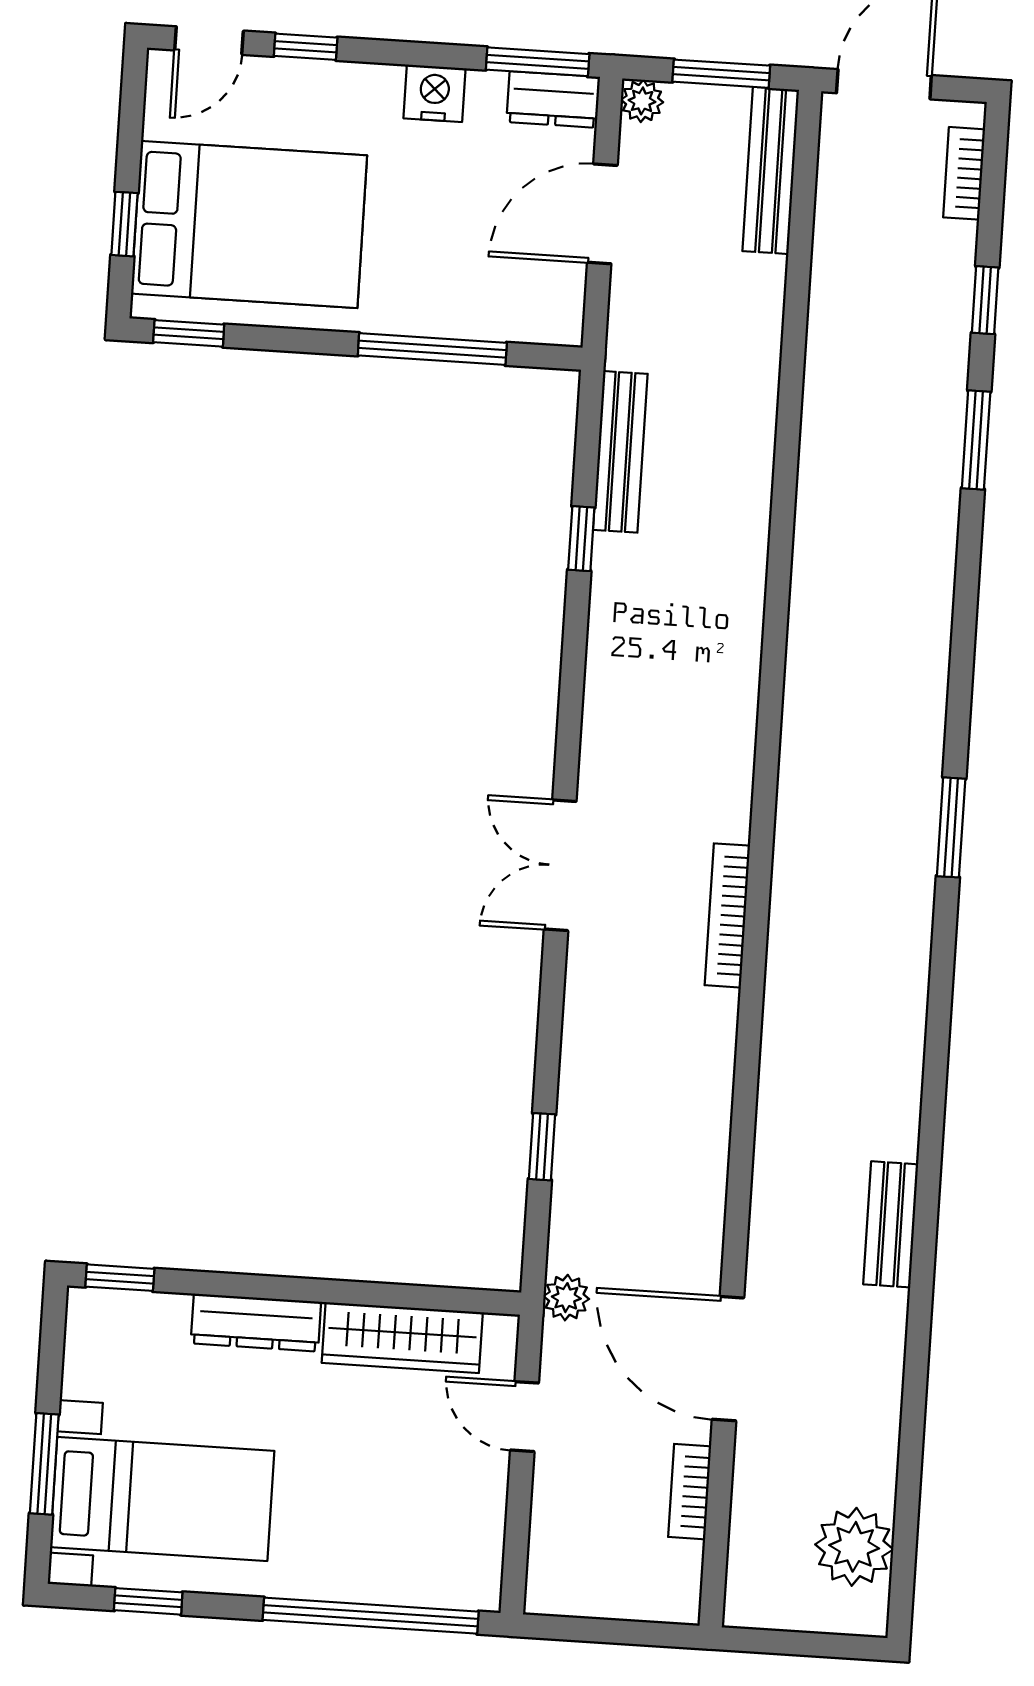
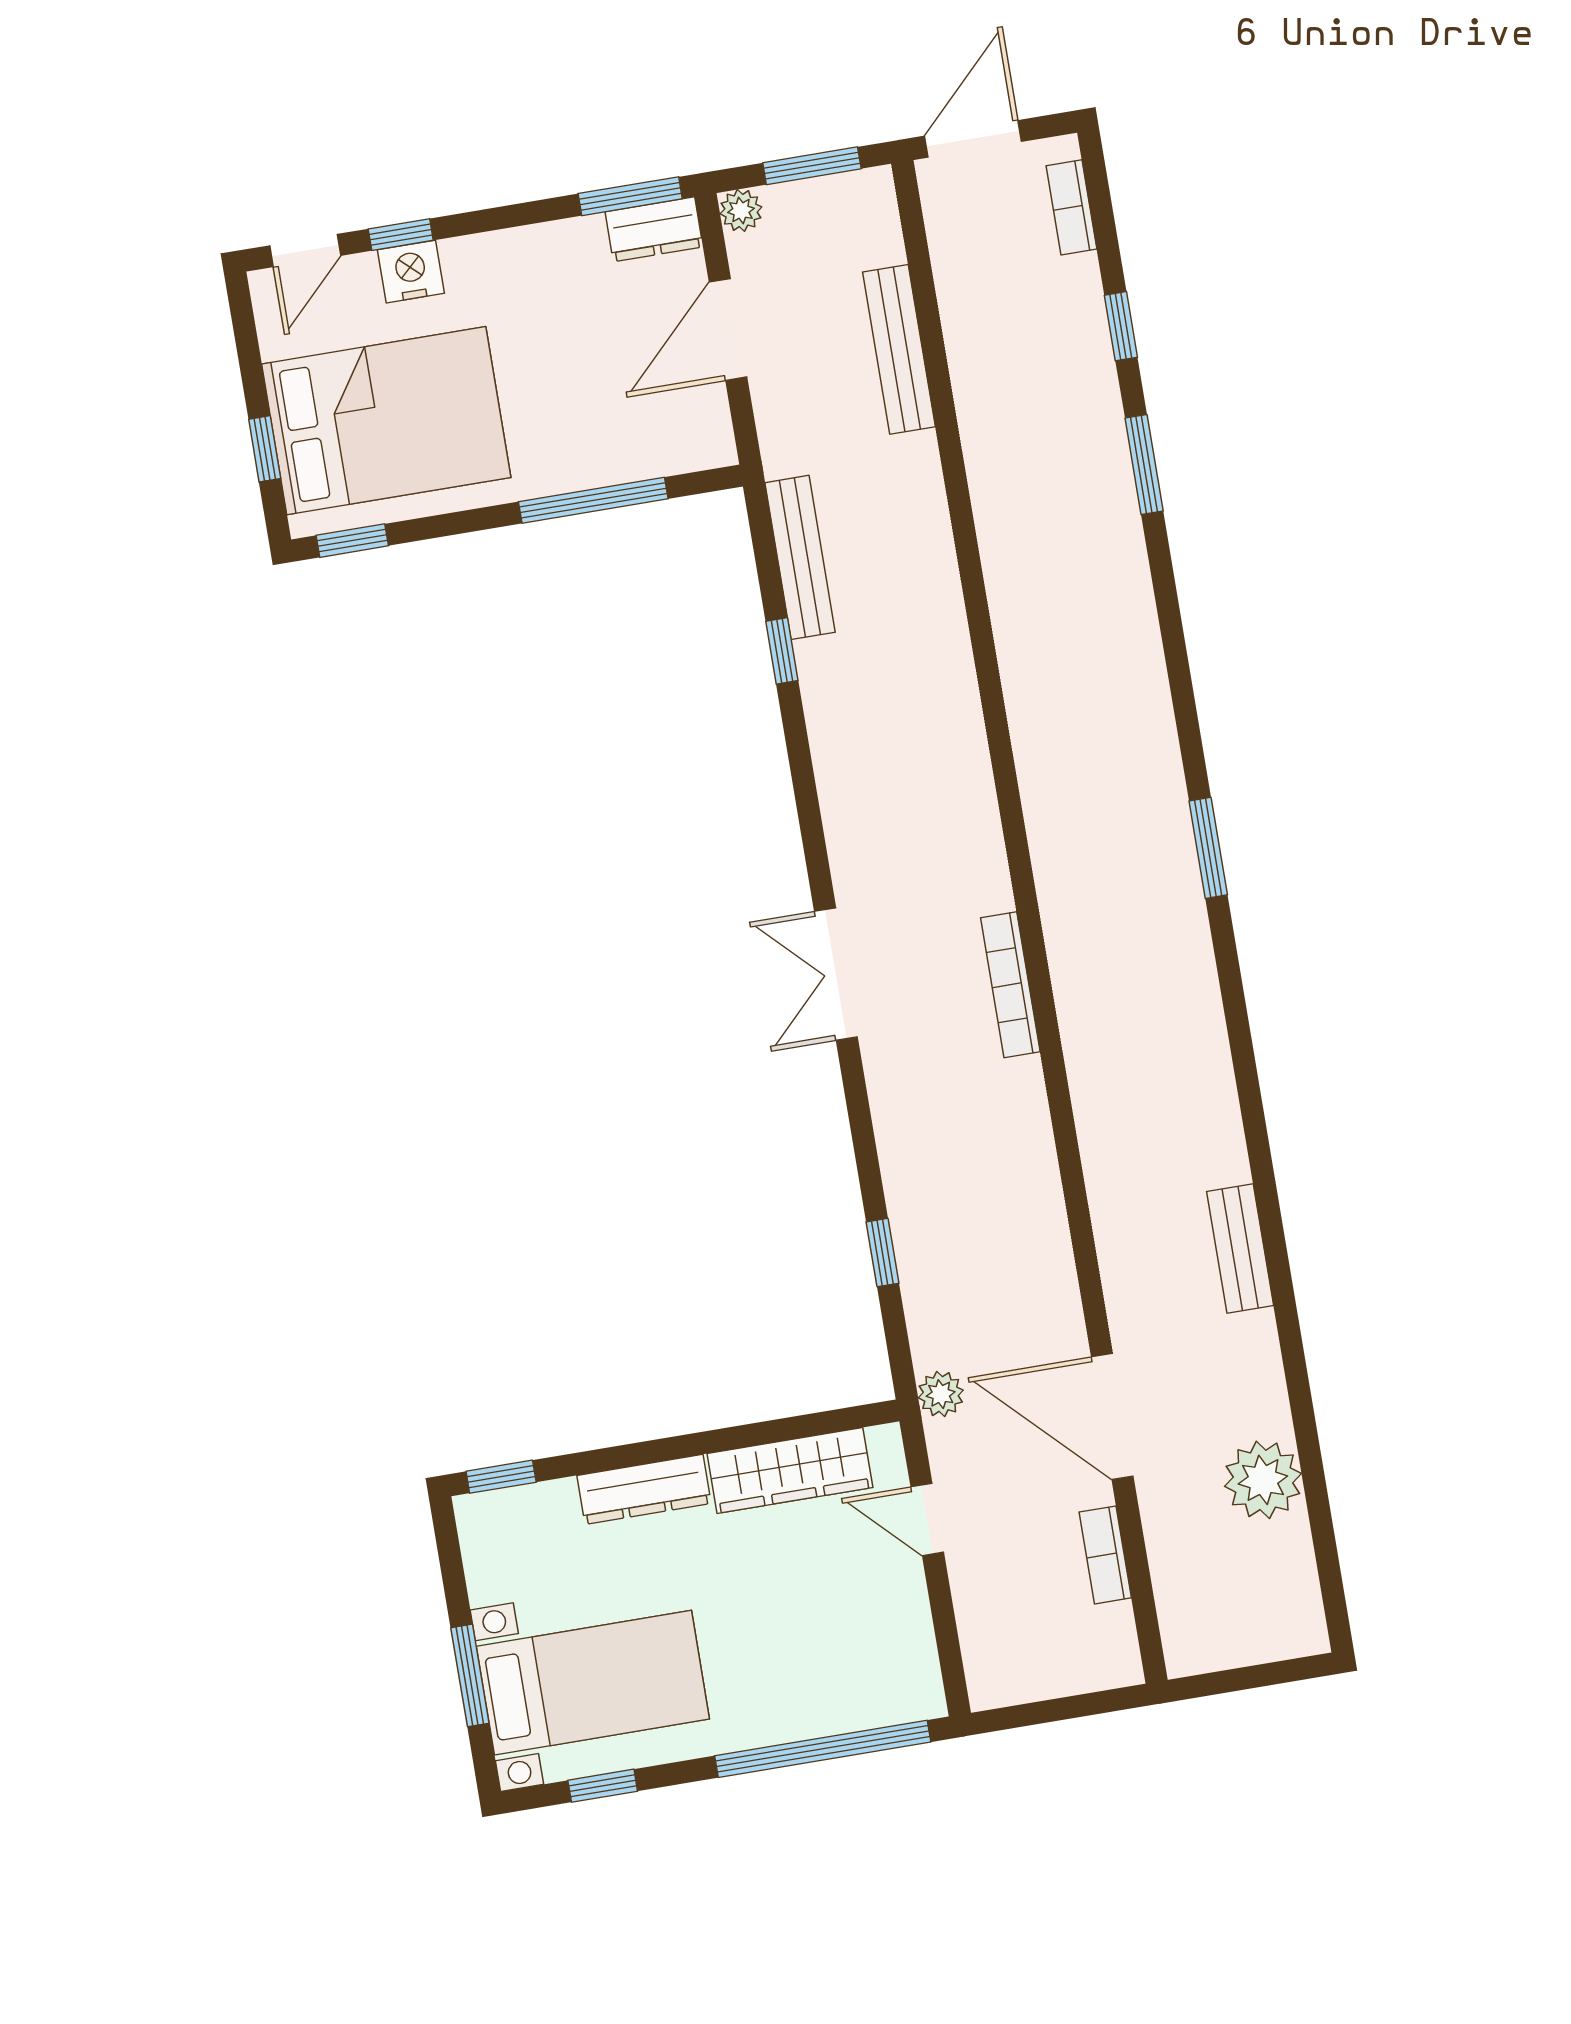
nightstand: (435, 93) -> (411, 272), moved
bench: (771, 170) -> (899, 349), moved
plant: (854, 1547) -> (1263, 1480), moved

